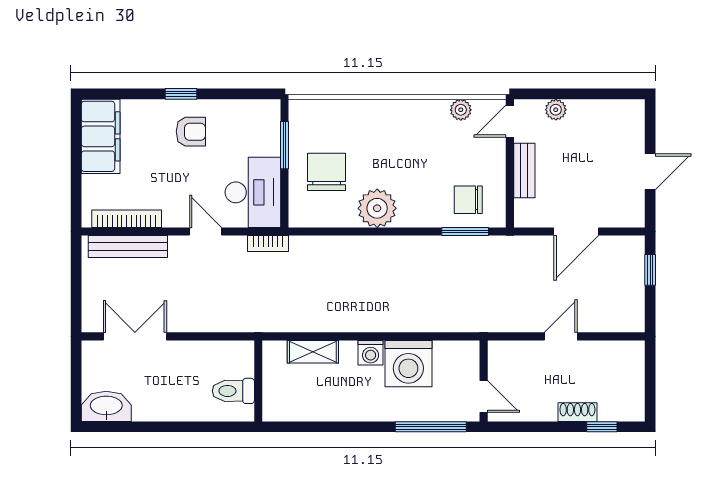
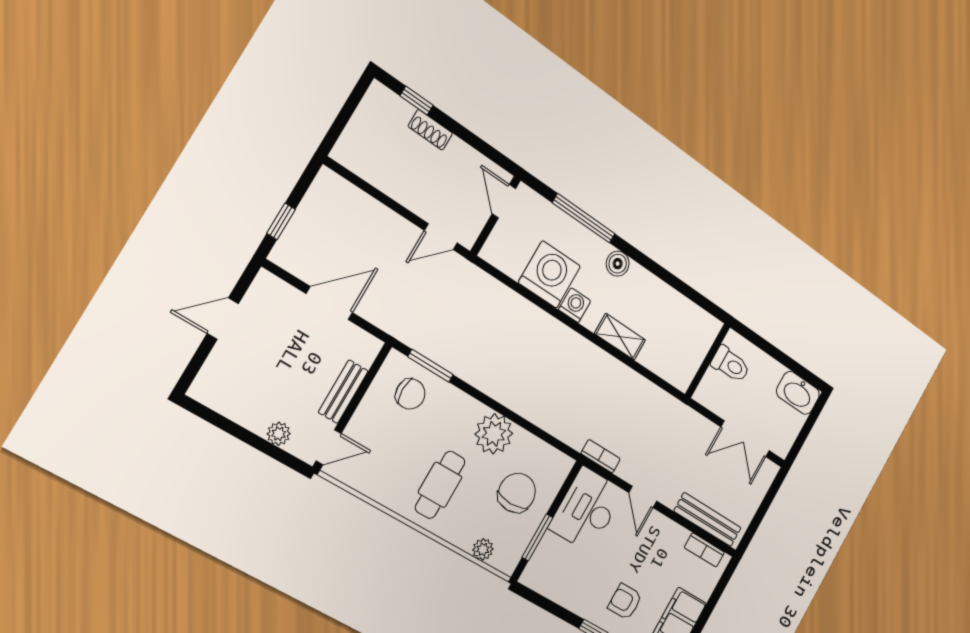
plant: (461, 110) -> (483, 549), moved
armchair: (191, 132) -> (625, 602), moved
cafe table: (399, 142) -> (440, 485), added
chair: (326, 172) -> (517, 493), turned 180
bookcase: (127, 219) -> (704, 550), width x0.64
door: (561, 336) -> (441, 237), moved
wall: (258, 381) -> (708, 361), moved
toilet: (233, 391) -> (731, 364), moved
boiler: (353, 409) -> (618, 264), added
window: (431, 427) -> (584, 218), moved

